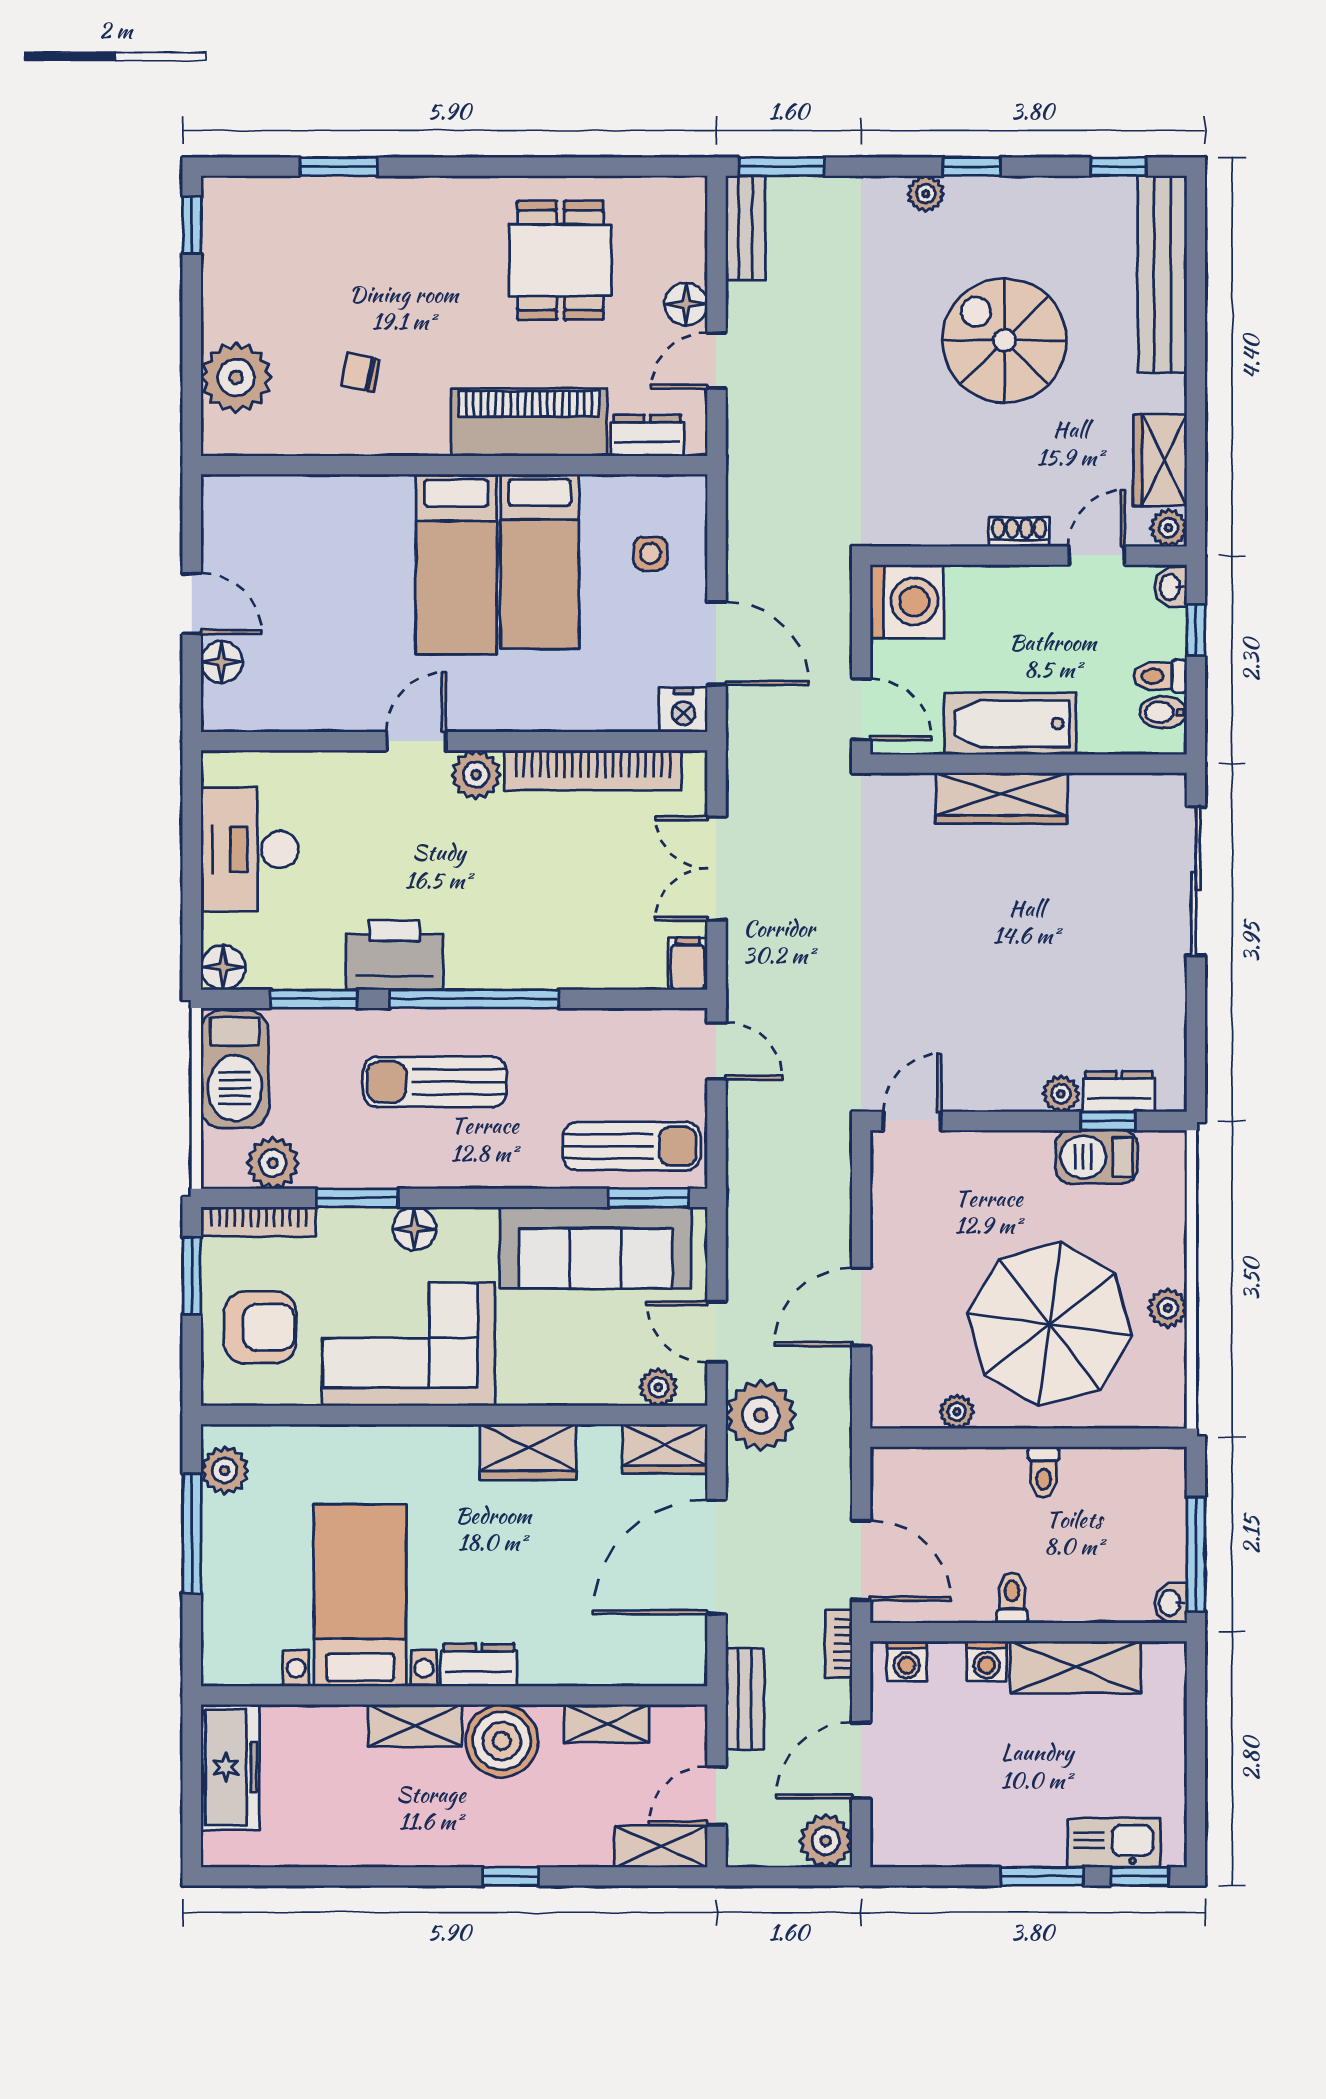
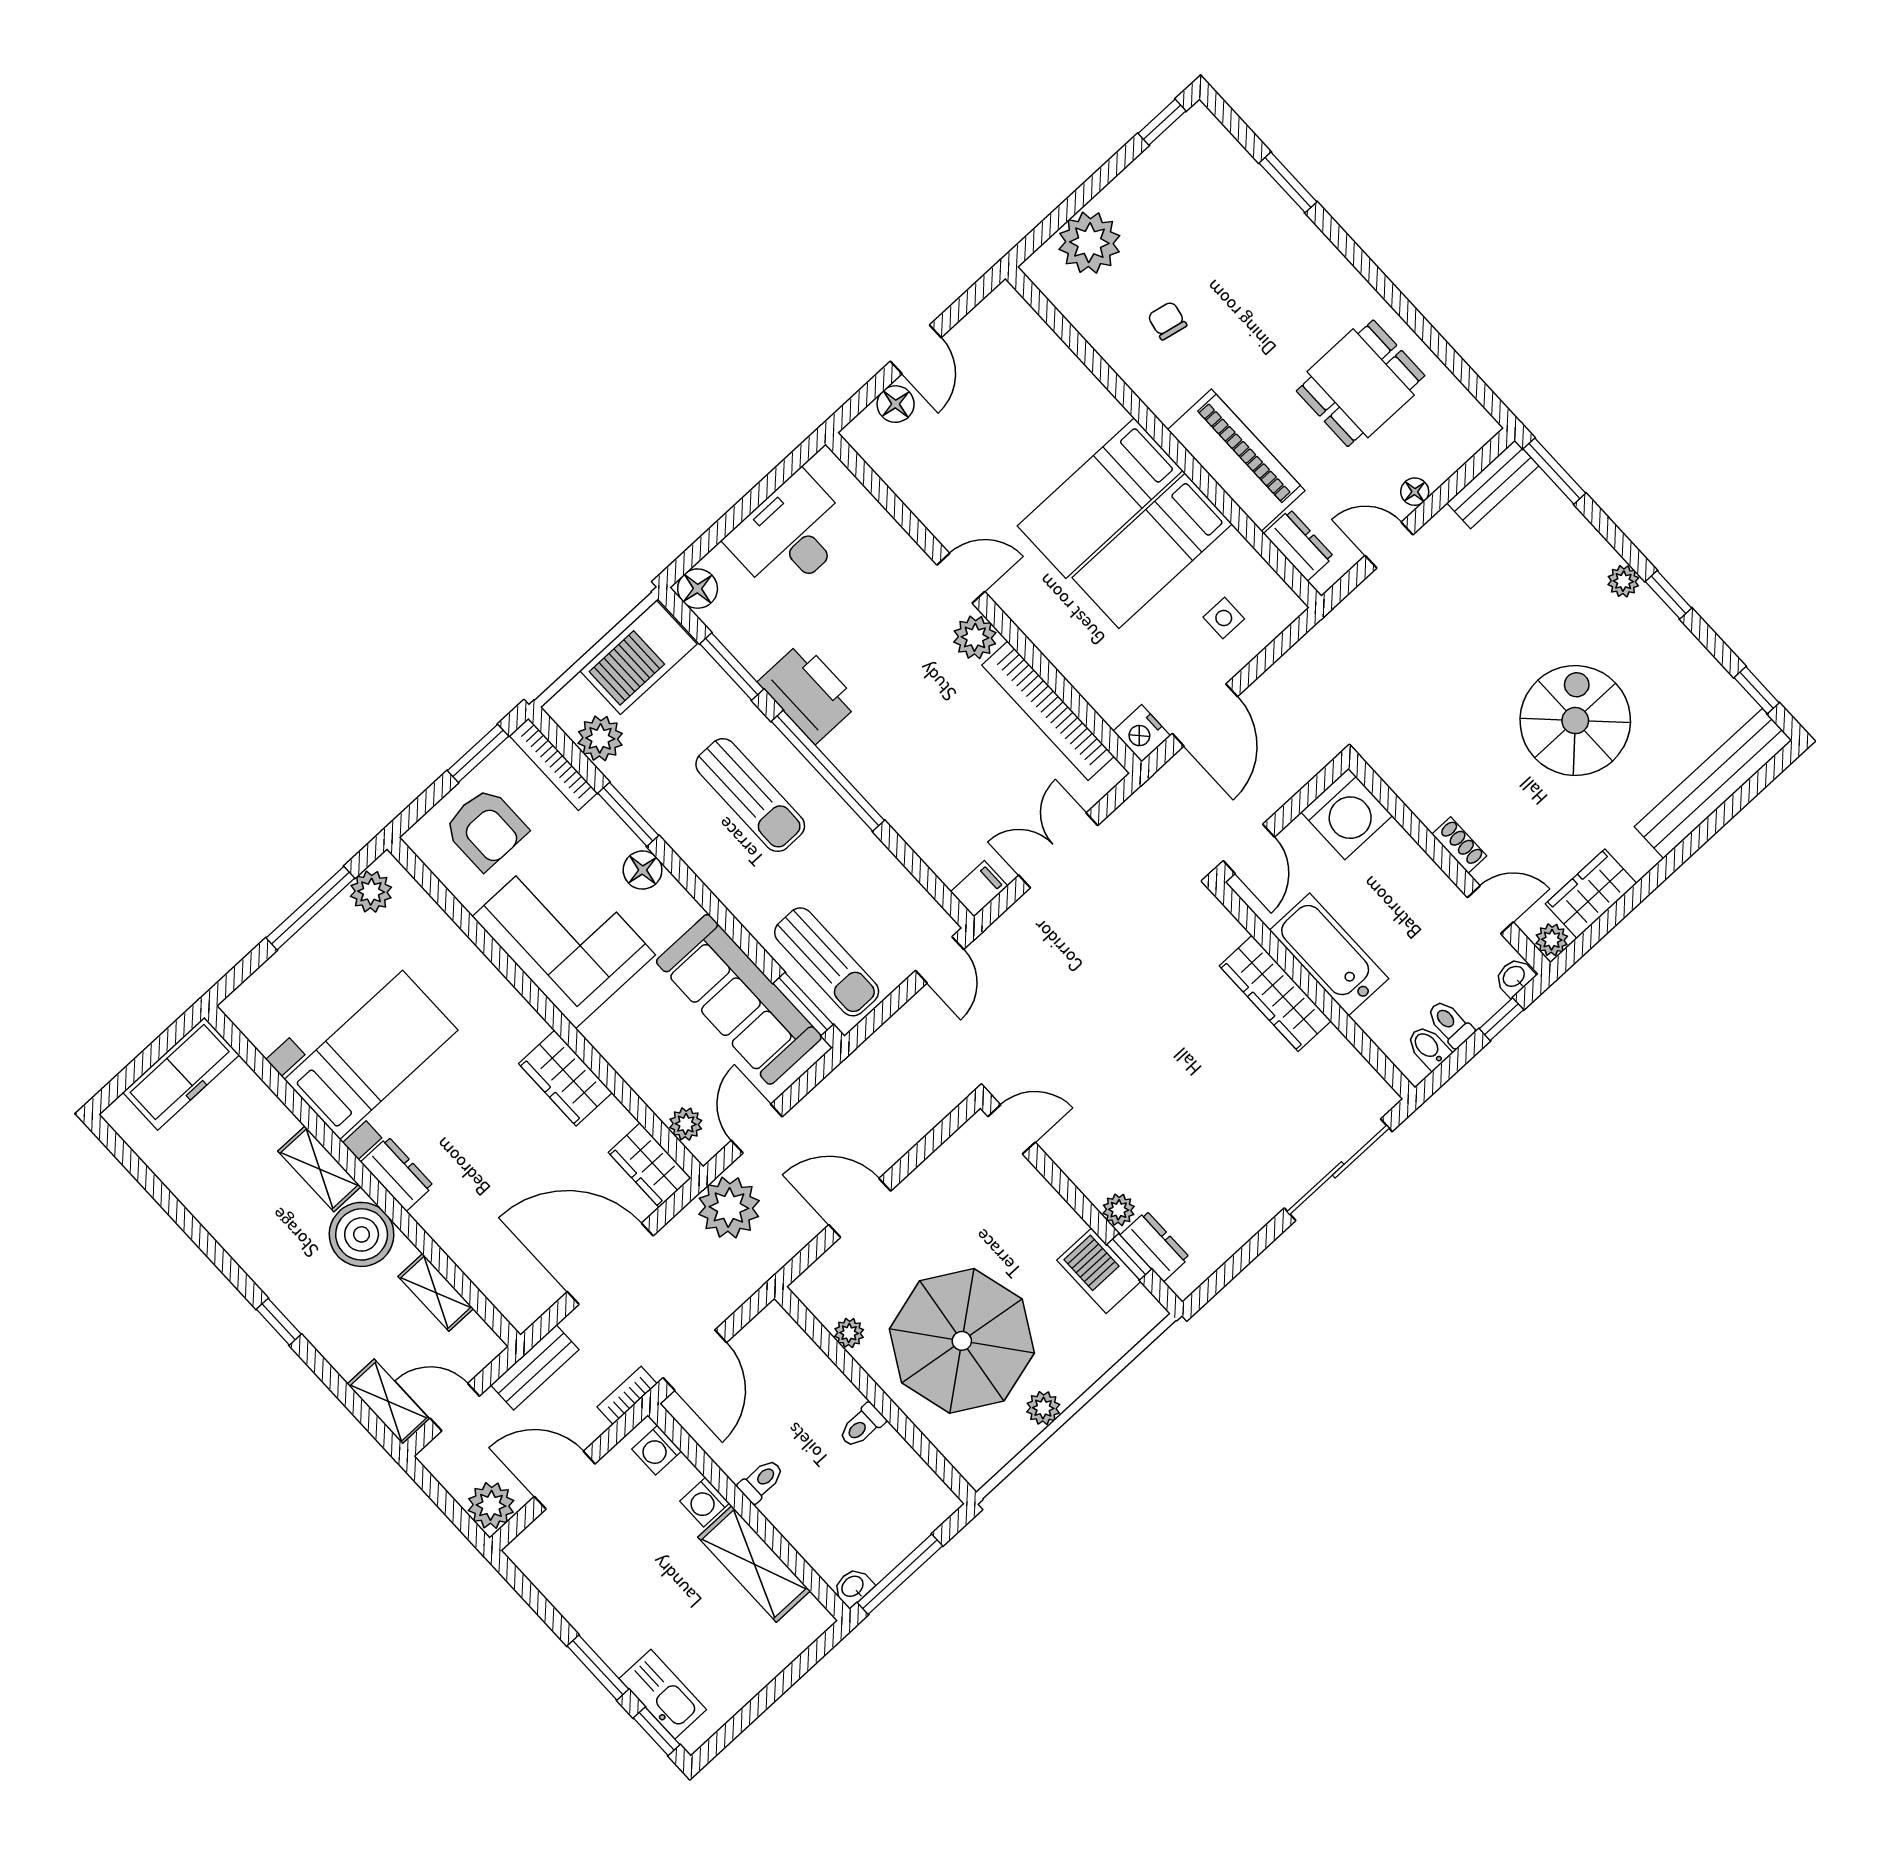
floor lamp: (686, 304) -> (1415, 492), width x0.73, depth x0.73
sun lounger: (435, 1082) -> (750, 795), turned 180

